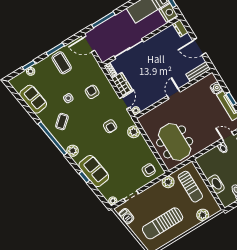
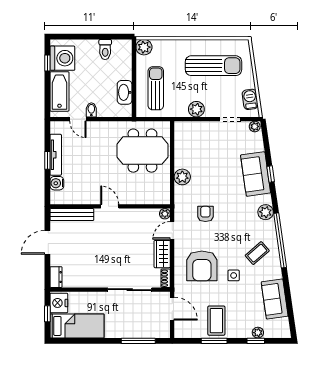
door: (89, 44) -> (172, 309), moved
door: (199, 47) -> (47, 242), swing flipped
bench: (198, 72) -> (72, 215), width x1.36
armchair: (92, 92) -> (202, 266), width x1.88, depth x1.88
door: (174, 94) -> (110, 206), swing flipped
plant: (134, 132) -> (182, 177), moved
meeting table: (175, 142) -> (142, 151), turned 90
armchair: (149, 170) -> (192, 136), removed
plant: (168, 182) -> (196, 109), moved
washbasin: (216, 184) -> (125, 92), moved
plant: (203, 215) -> (144, 47), moved

